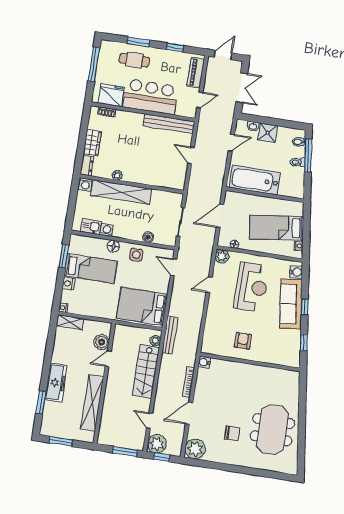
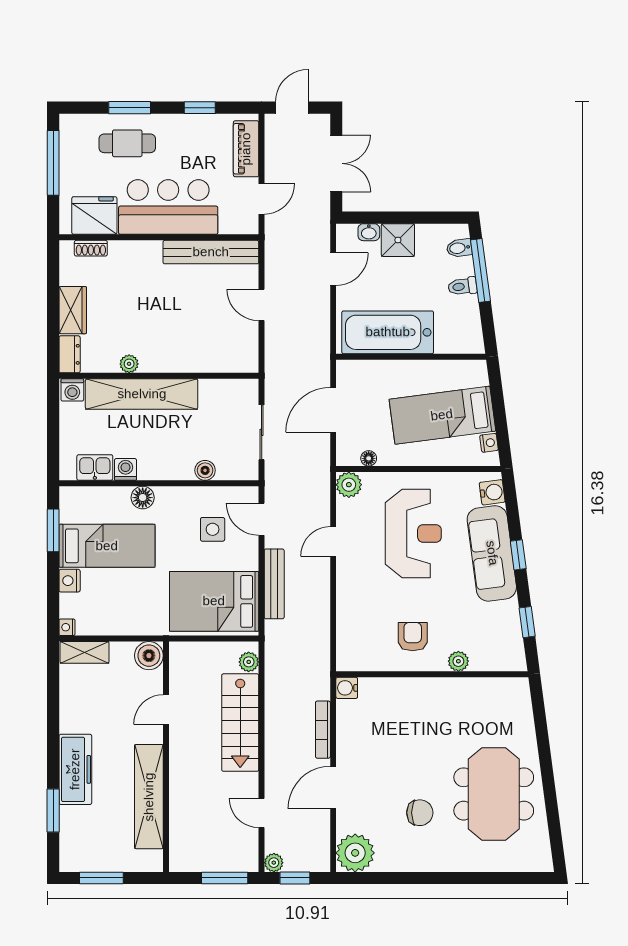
side table: (136, 255) -> (213, 529), moved
bench: (170, 335) -> (274, 584), moved
boiler: (102, 342) -> (149, 656), moved
plant: (265, 357) -> (458, 661), added
plant: (157, 444) -> (274, 863), width x0.53, depth x0.53

